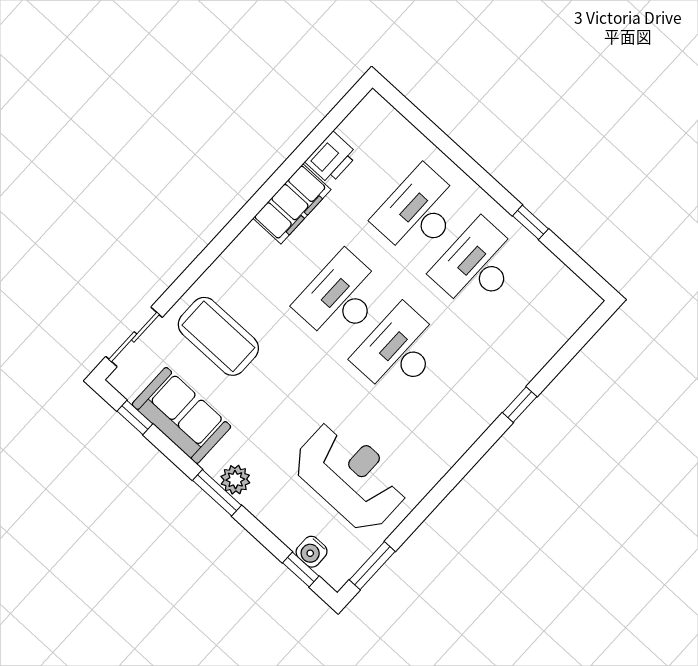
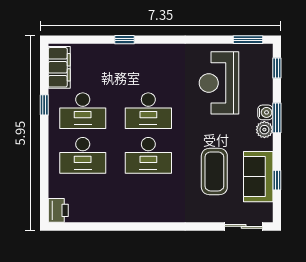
printer: (331, 158) -> (58, 210), moved, turned 90
filing cabinet: (292, 204) -> (59, 67), moved, turned 90
coffee table: (218, 336) -> (214, 171), moved
window: (135, 417) -> (277, 180), moved
window: (217, 493) -> (277, 118), moved
water cooler: (312, 552) -> (265, 112), moved

